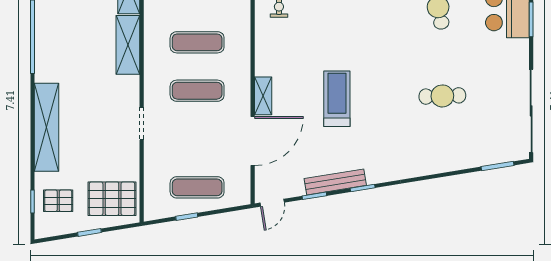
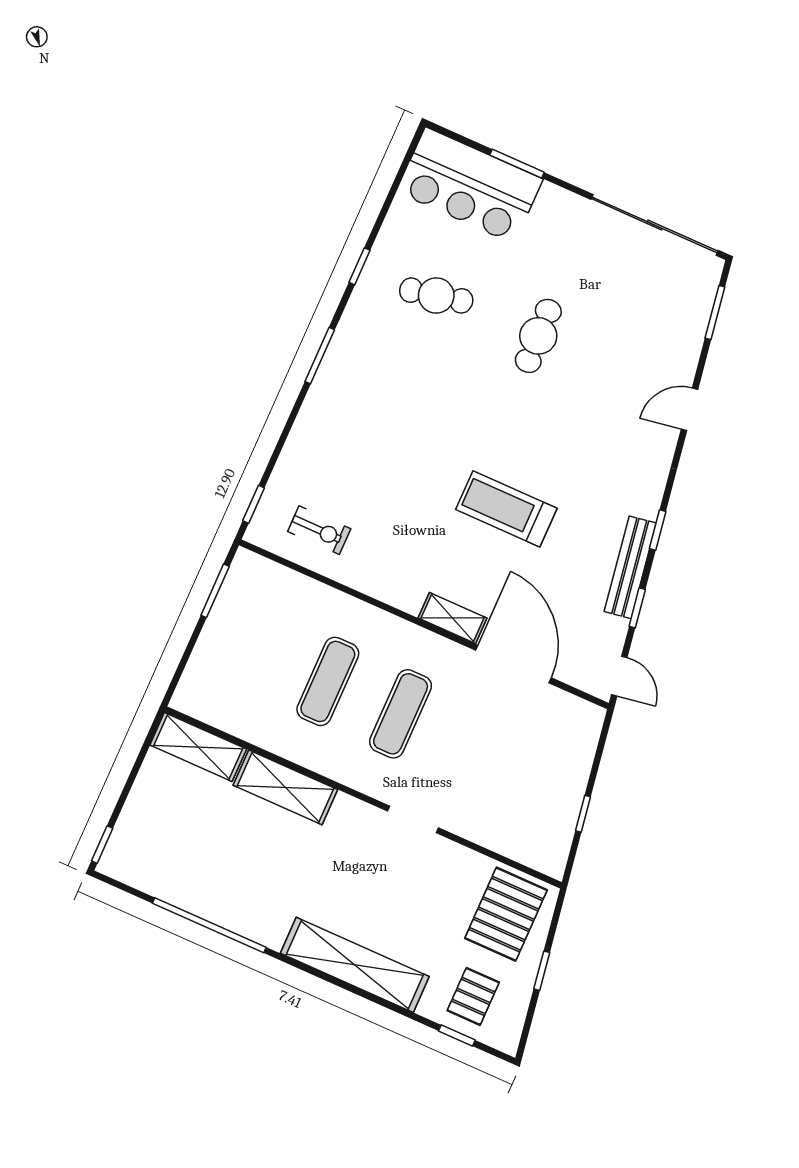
cafe table: (442, 96) -> (538, 336), moved
door: (437, 176) -> (689, 409), added
exercise mat: (197, 187) -> (546, 779), removed

